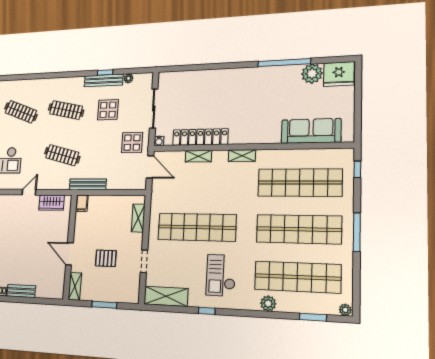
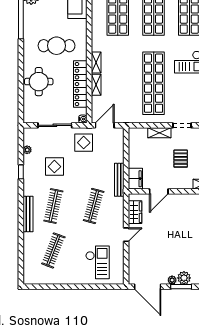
bench: (104, 80) -> (28, 214), moved
round table: (206, 88) -> (39, 82), added
cafe table: (248, 107) -> (57, 46), added
shelving: (242, 156) -> (96, 63), moved
door: (29, 192) -> (126, 235), swing flipped
filing cabinet: (82, 203) -> (135, 179), width x2.00
shelving: (138, 218) -> (159, 133), moved
door: (69, 254) -> (159, 191), moved

